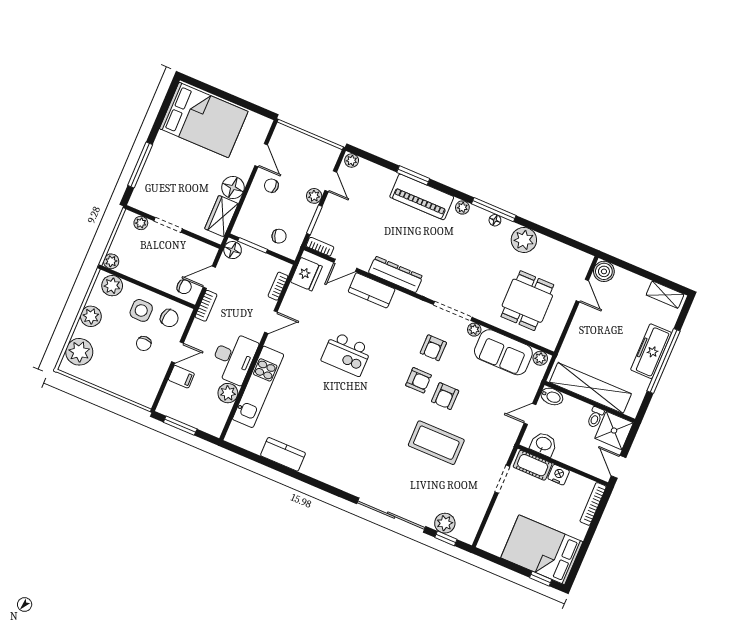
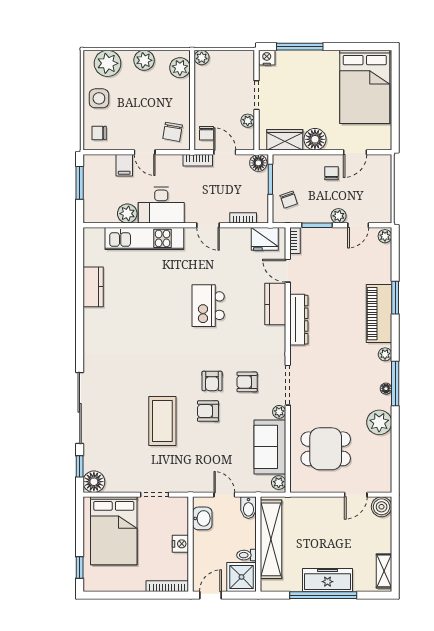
nightstand: (137, 200) -> (267, 58), added
plant: (141, 223) -> (248, 121), moved
side table: (141, 310) -> (99, 98), moved
chair: (144, 343) -> (99, 133), moved
cot: (533, 465) -> (179, 517), removed
plant: (445, 523) -> (93, 460), removed
floor lamp: (466, 531) -> (94, 482), added
bed: (542, 550) -> (114, 531), moved, turned 180

